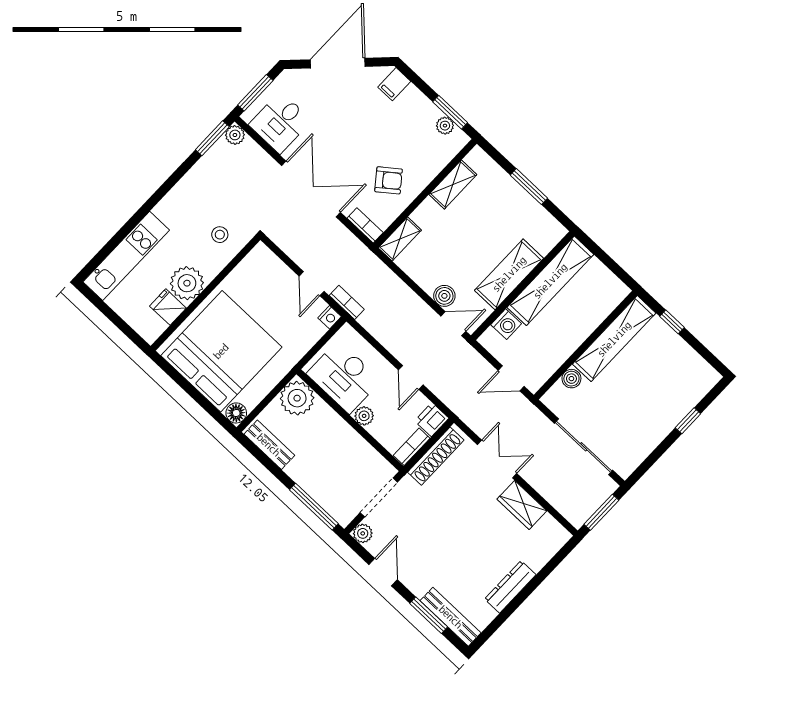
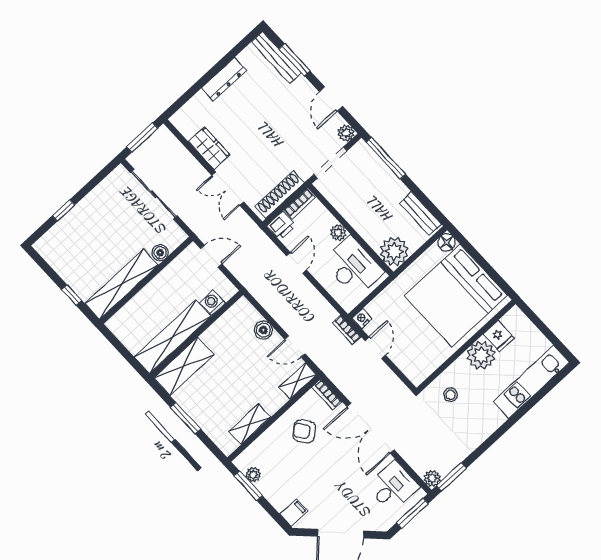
shelving: (509, 274) -> (184, 366), moved
door: (453, 324) -> (295, 347), moved

